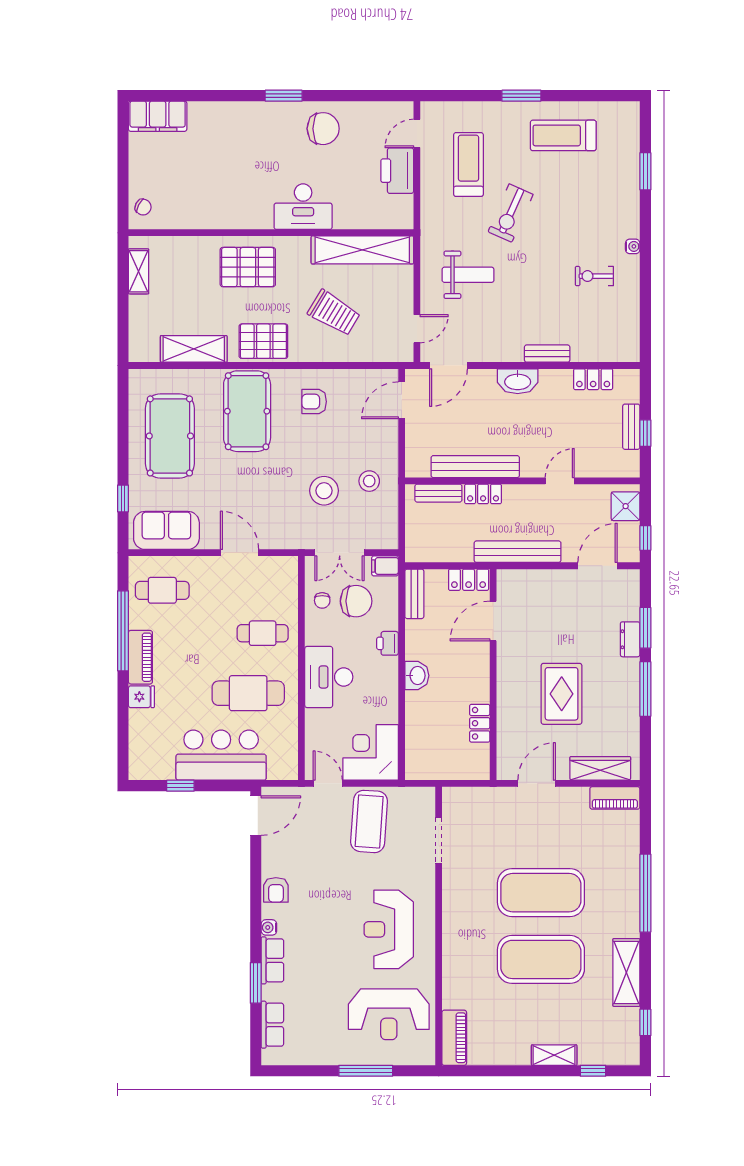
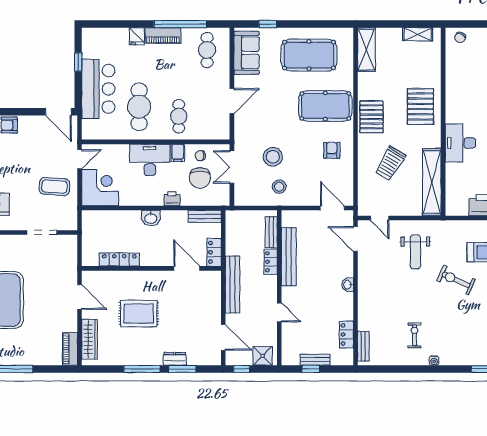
shelving: (194, 349) -> (366, 50), moved
bench: (547, 354) -> (363, 346), moved
washbasin: (518, 381) -> (348, 285), width x0.52, depth x0.69
filing cabinet: (385, 566) -> (178, 153), moved, turned 180
locker: (480, 723) -> (119, 260), width x1.53
coffee table: (369, 821) -> (54, 187), width x0.73, depth x0.76

